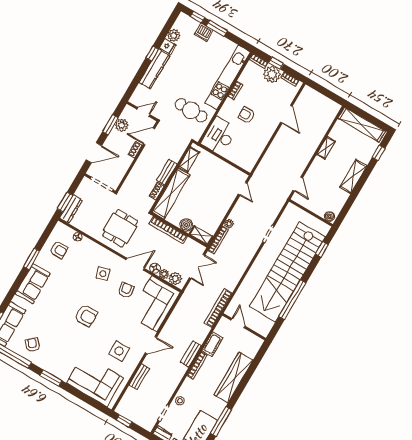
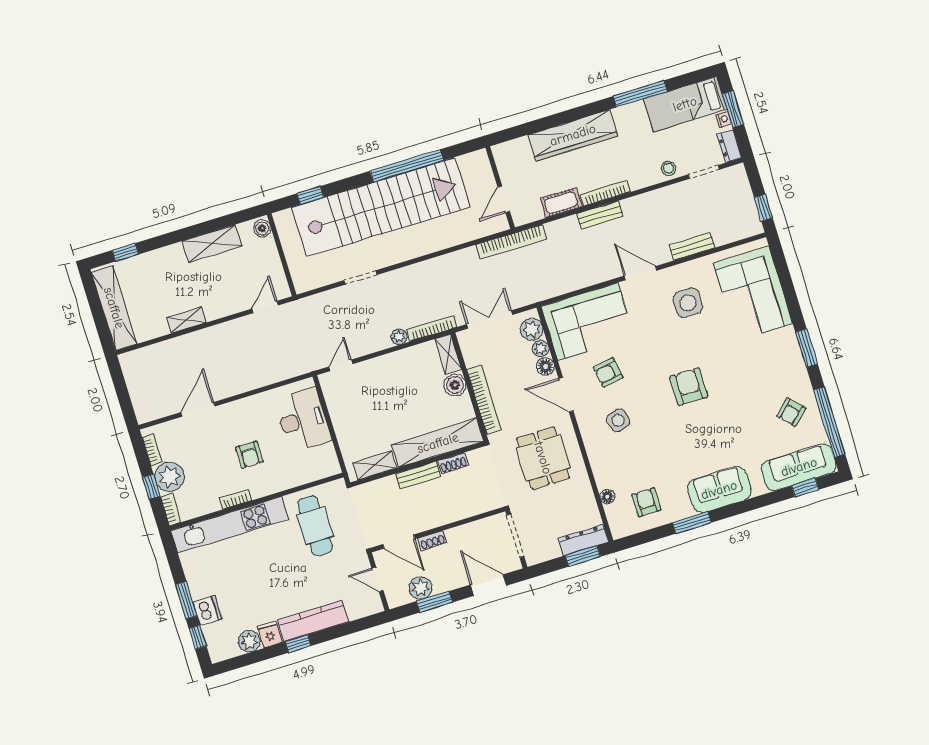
desk: (219, 136) -> (303, 420), moved, turned -90
shelving: (353, 177) -> (212, 243), moved
dining table: (120, 228) -> (543, 458), turned 90

